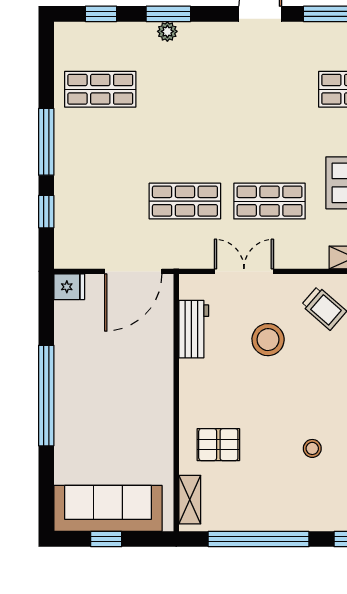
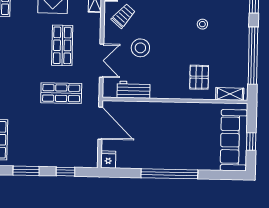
window: (46, 142) -> (26, 171), width x0.69
shop shelf: (185, 201) -> (61, 93), turned 90
double door: (244, 271) -> (102, 61), swing flipped

